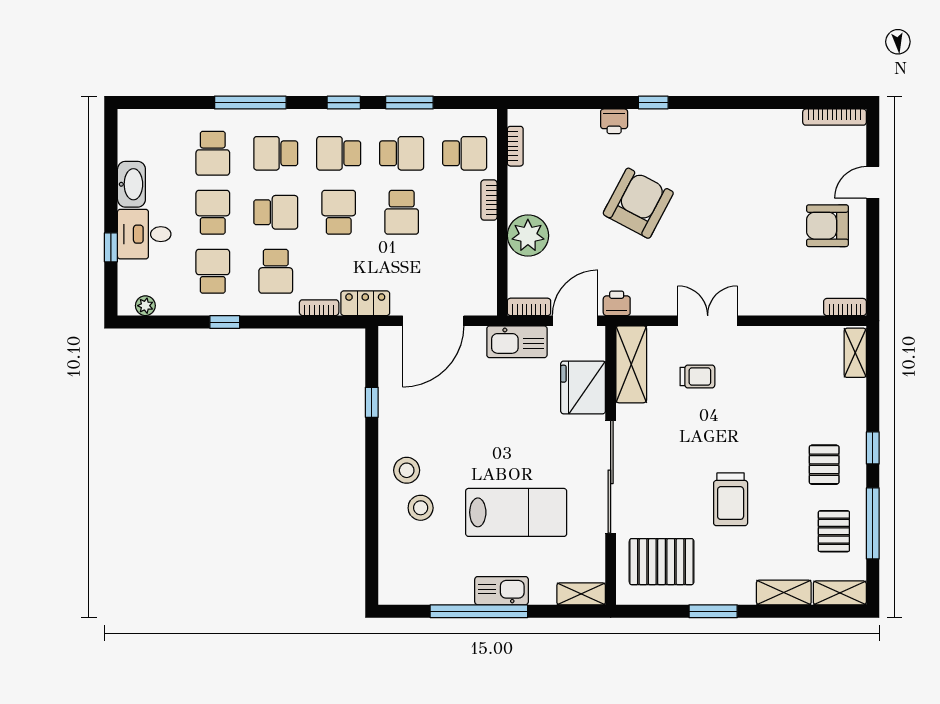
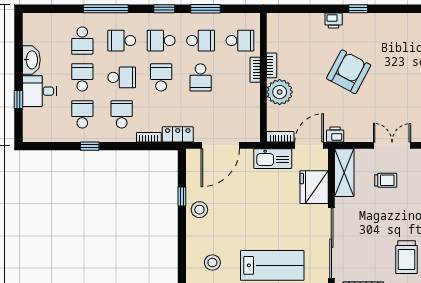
bookcase: (515, 146) -> (272, 65), moved
school desk: (276, 271) -> (122, 114), turned 180
plant: (145, 306) -> (40, 136), removed
stool: (407, 470) -> (199, 210), moved

